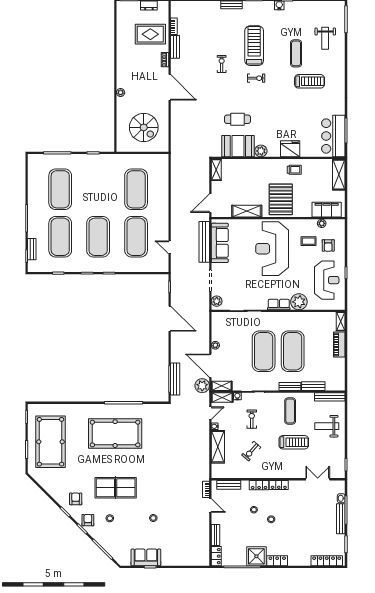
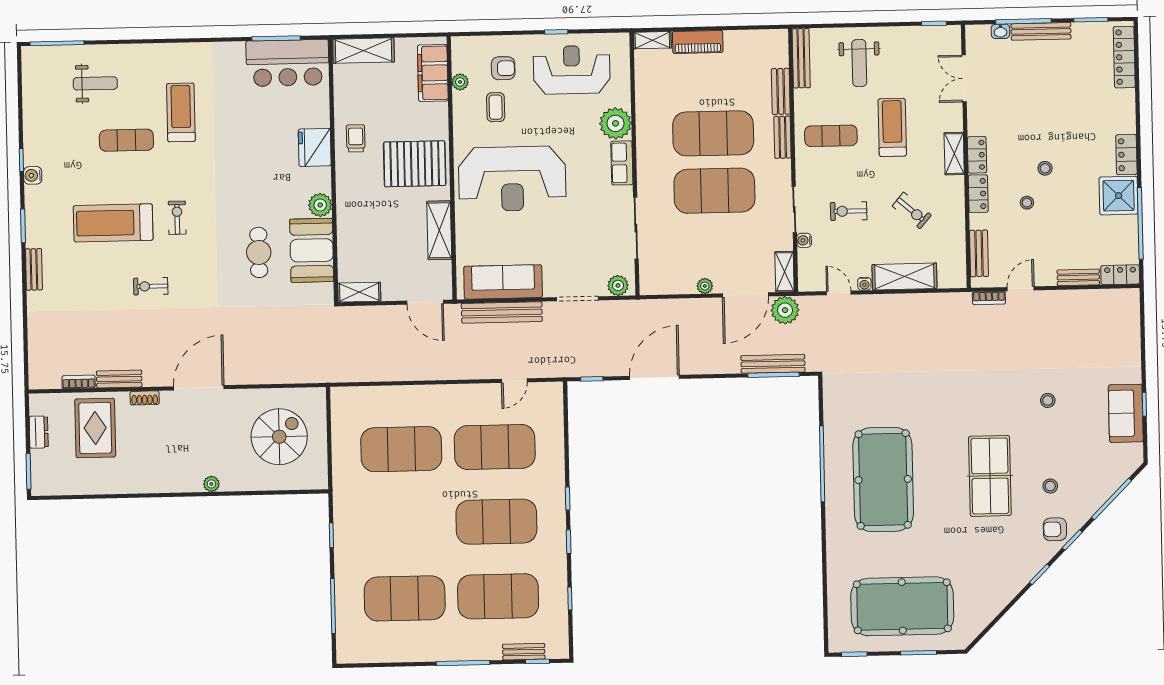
shelving: (222, 397) -> (954, 154), moved
armchair: (76, 499) -> (1014, 554), removed

